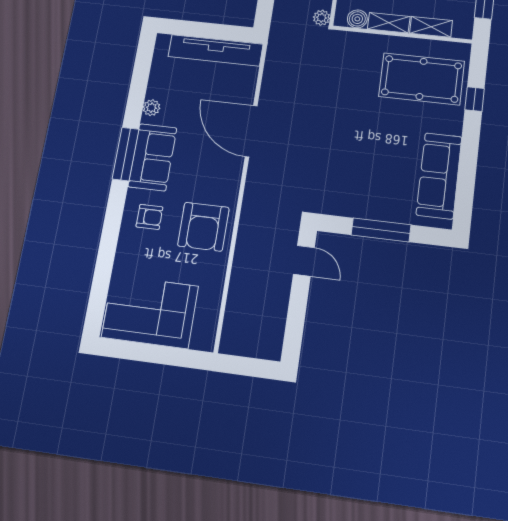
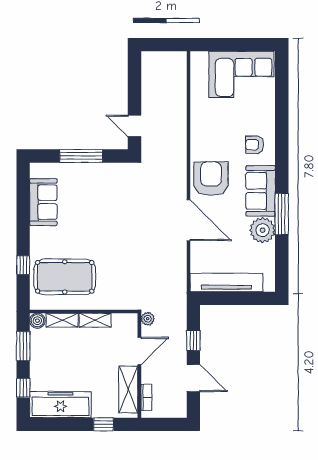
boiler: (357, 19) -> (37, 321), moved
plant: (151, 108) -> (263, 230), width x1.88, depth x1.88
window: (126, 154) -> (282, 214), moved
sofa: (439, 176) -> (43, 202), width x0.73
armchair: (203, 227) -> (211, 179), moved

